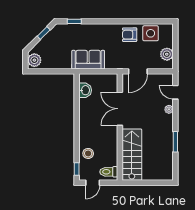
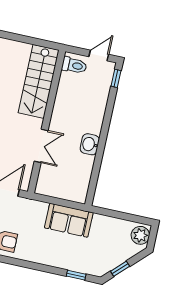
washbasin: (85, 90) -> (90, 144), moved
double door: (120, 109) -> (41, 146), width x0.73
stool: (88, 153) -> (96, 96), removed

